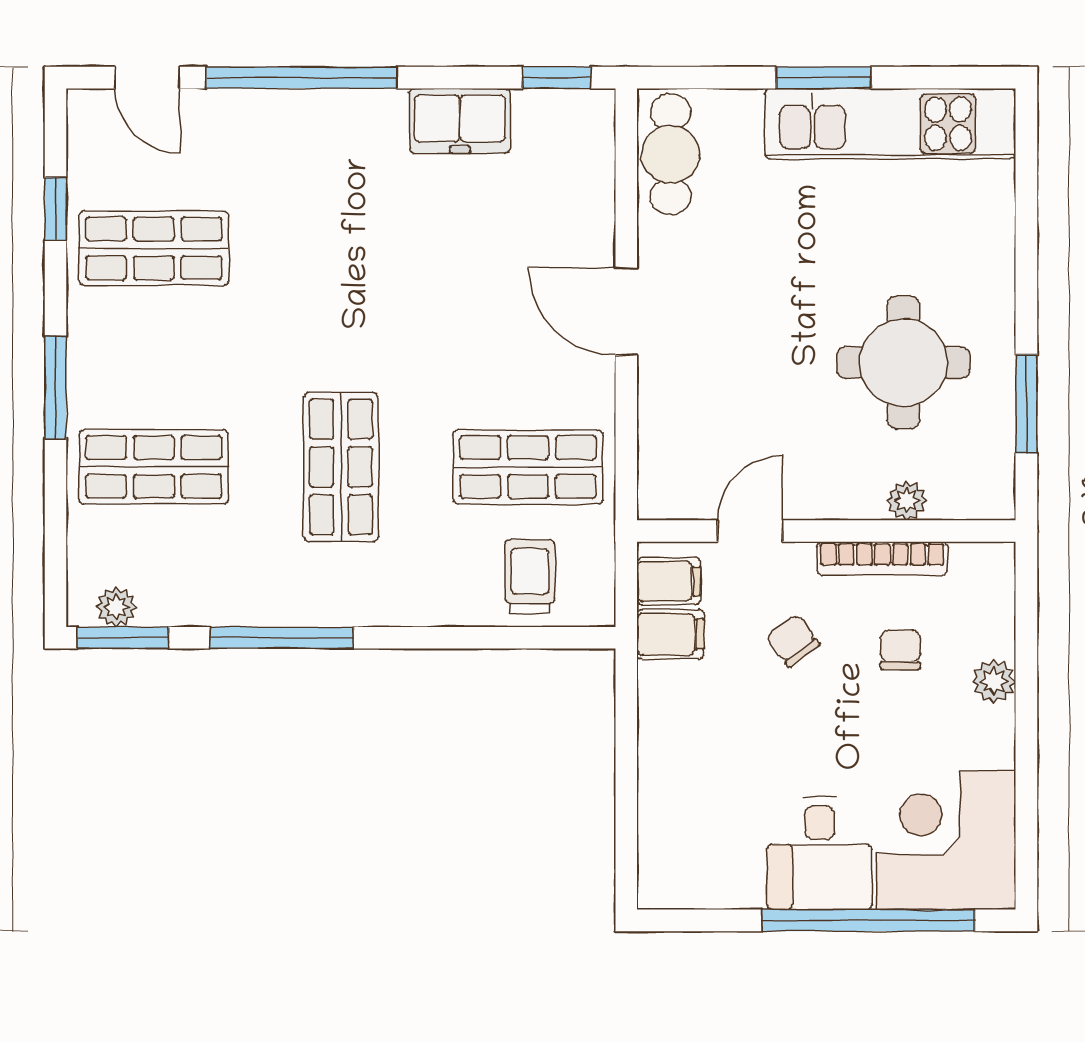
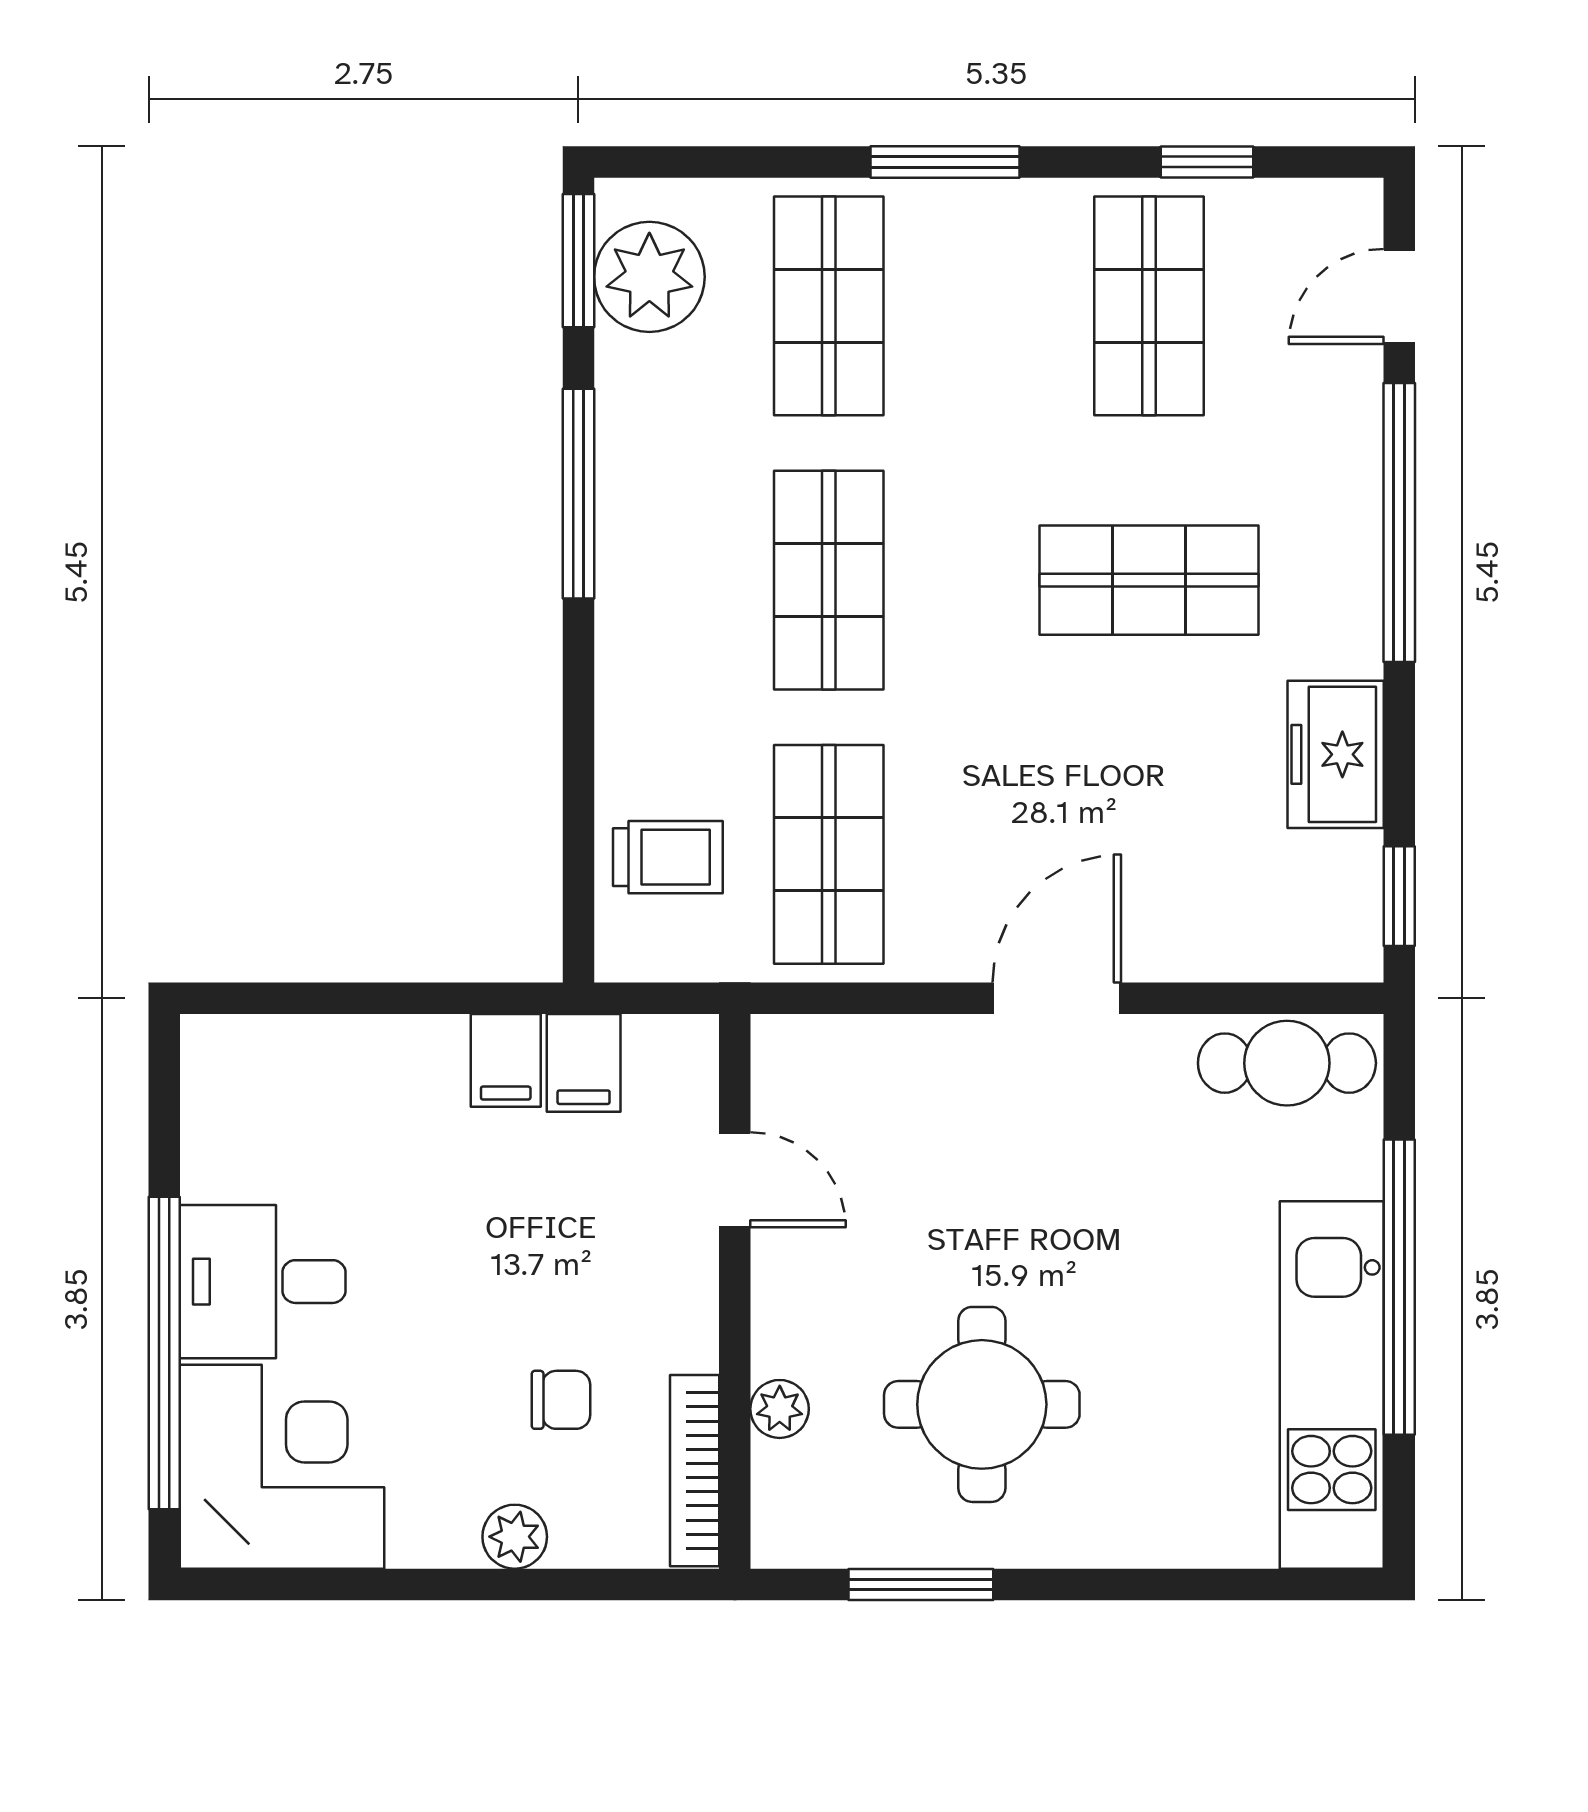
window: (823, 78) -> (1399, 1287), width x2.11
shop shelf: (341, 248) -> (1149, 580), added
shop shelf: (341, 467) -> (829, 580), turned 90
bookcase: (882, 558) -> (695, 1471), moved
filing cabinet: (669, 581) -> (506, 1060), moved
plant: (116, 607) -> (649, 277), width x1.87, depth x1.87
chair: (793, 641) -> (574, 1242), removed

